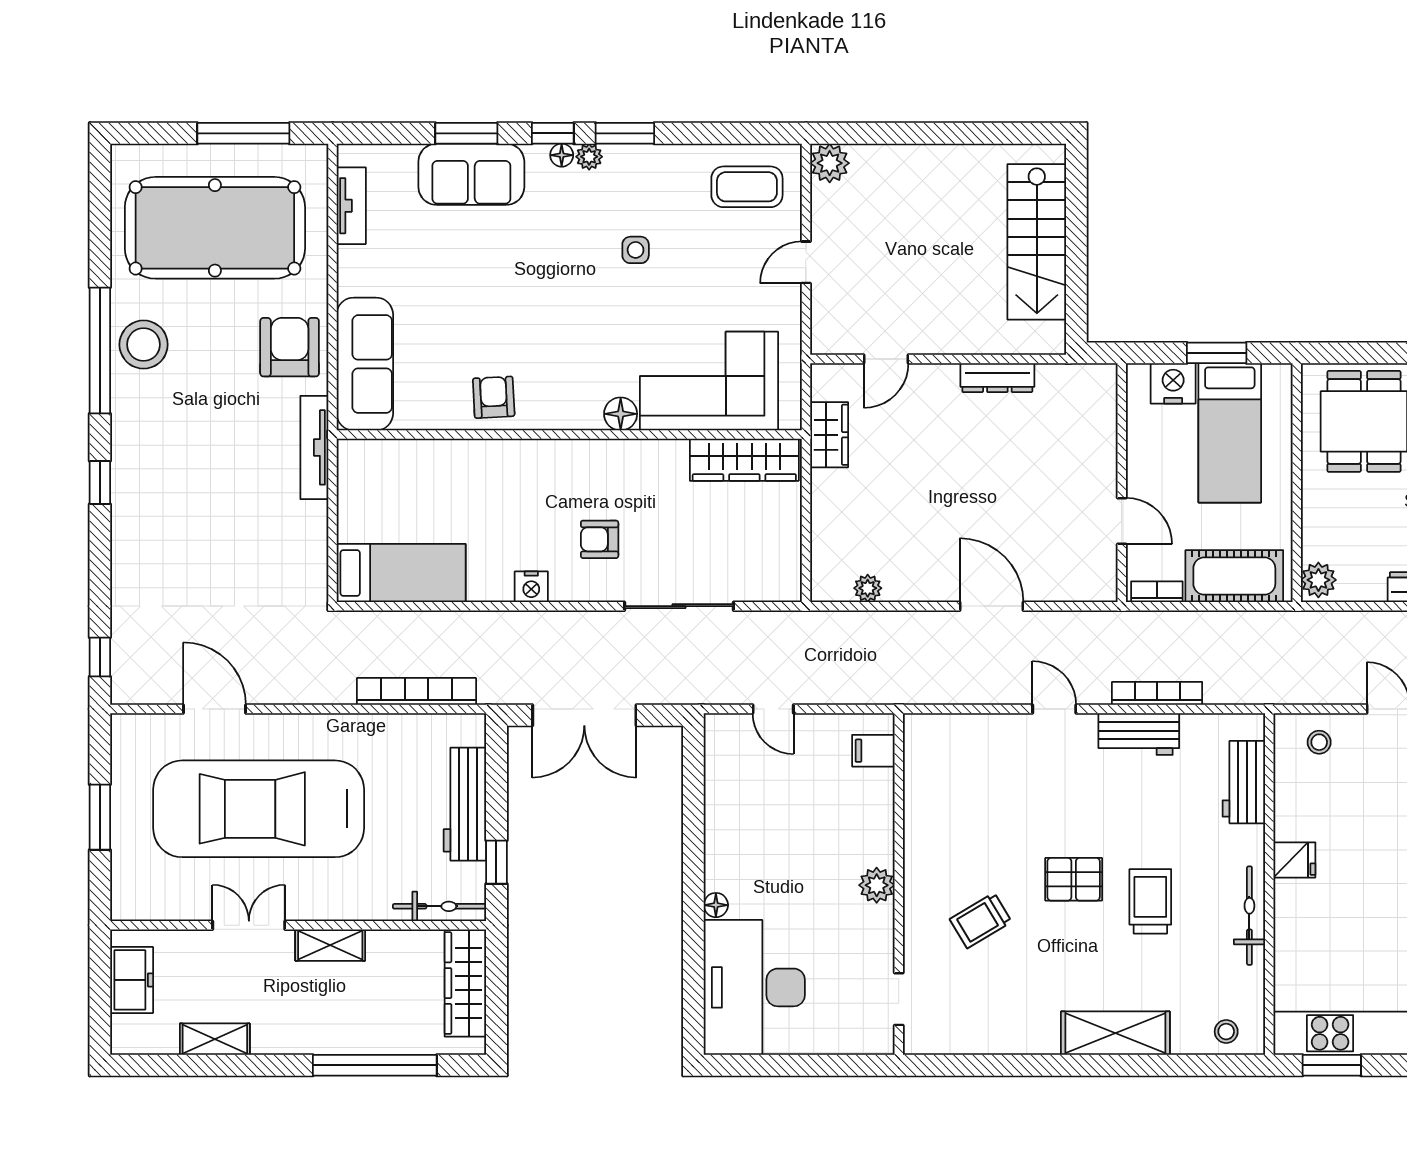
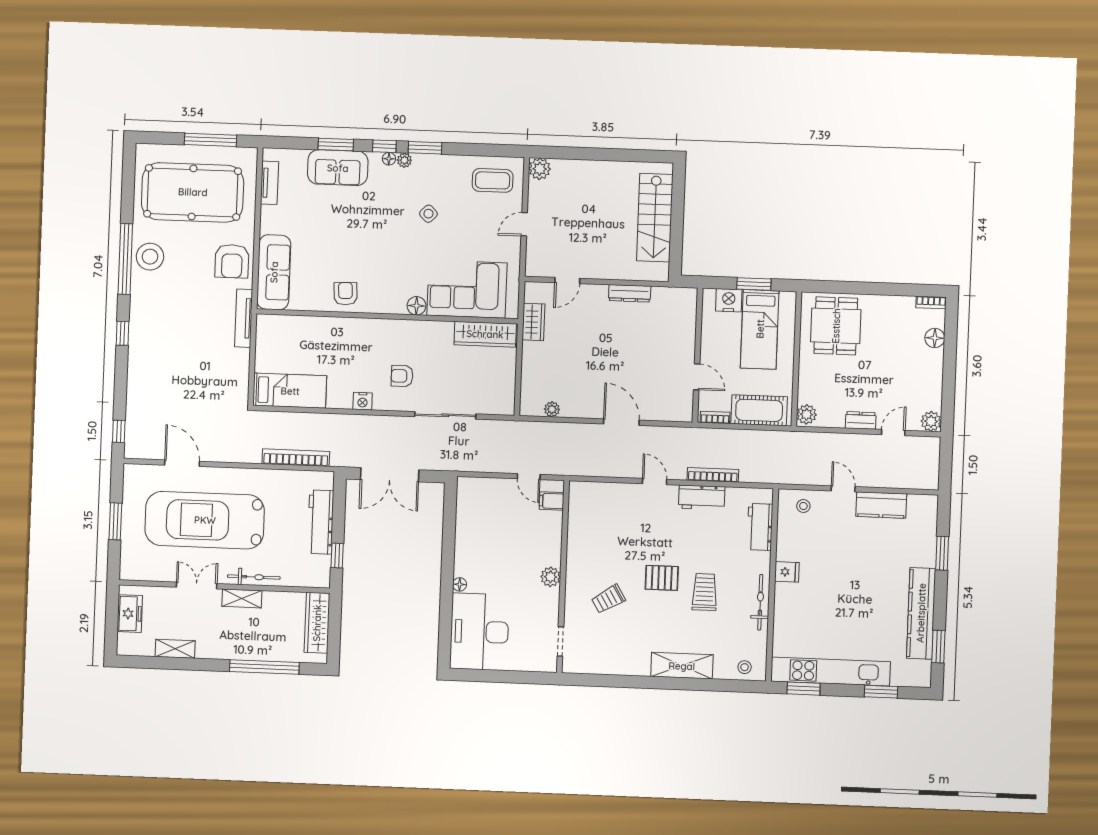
side table: (636, 250) -> (428, 214), turned 45
armchair: (290, 347) -> (232, 261), turned 180
door: (773, 709) -> (529, 477), moved
bicycle: (439, 906) -> (254, 577), moved

